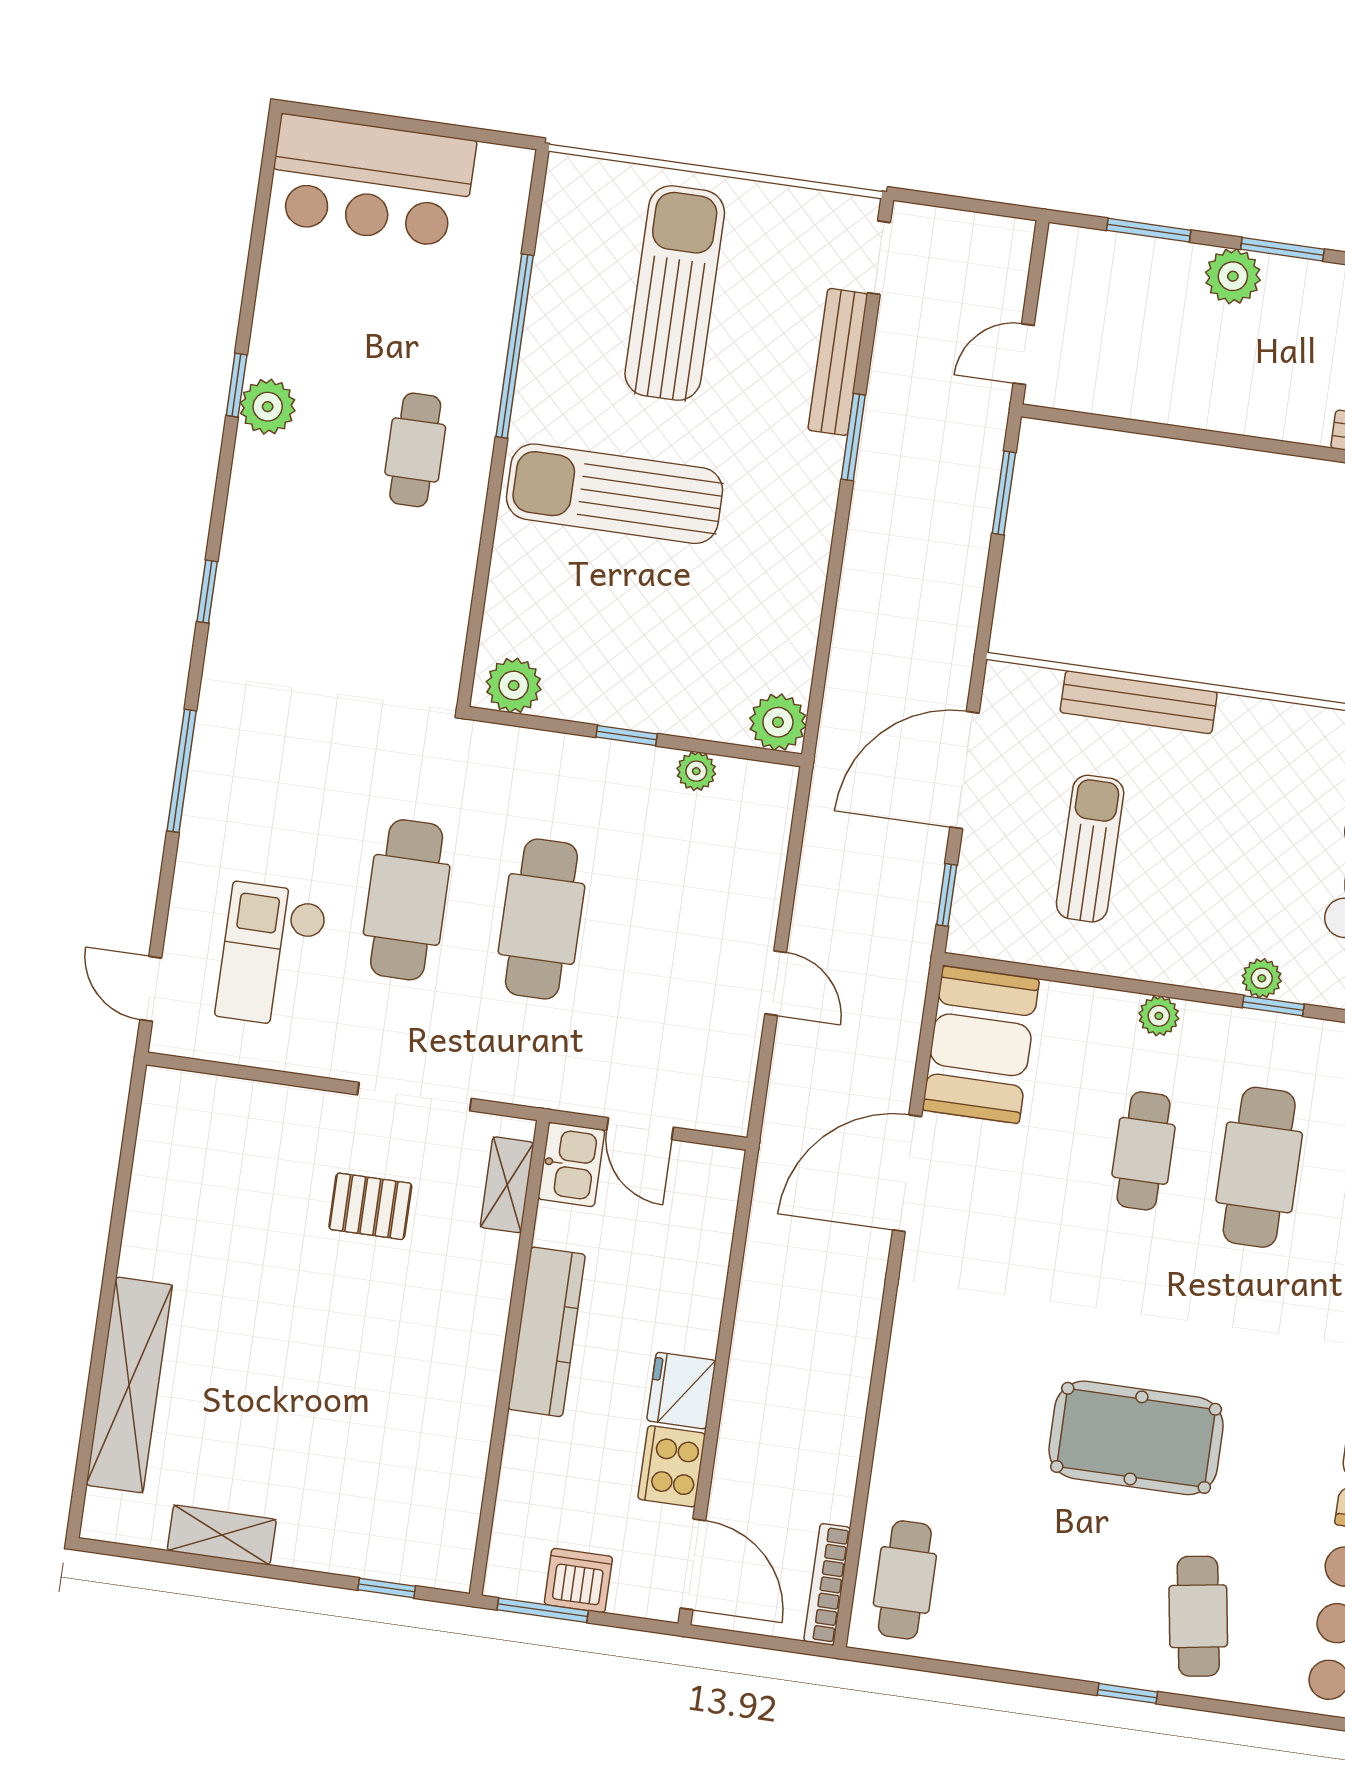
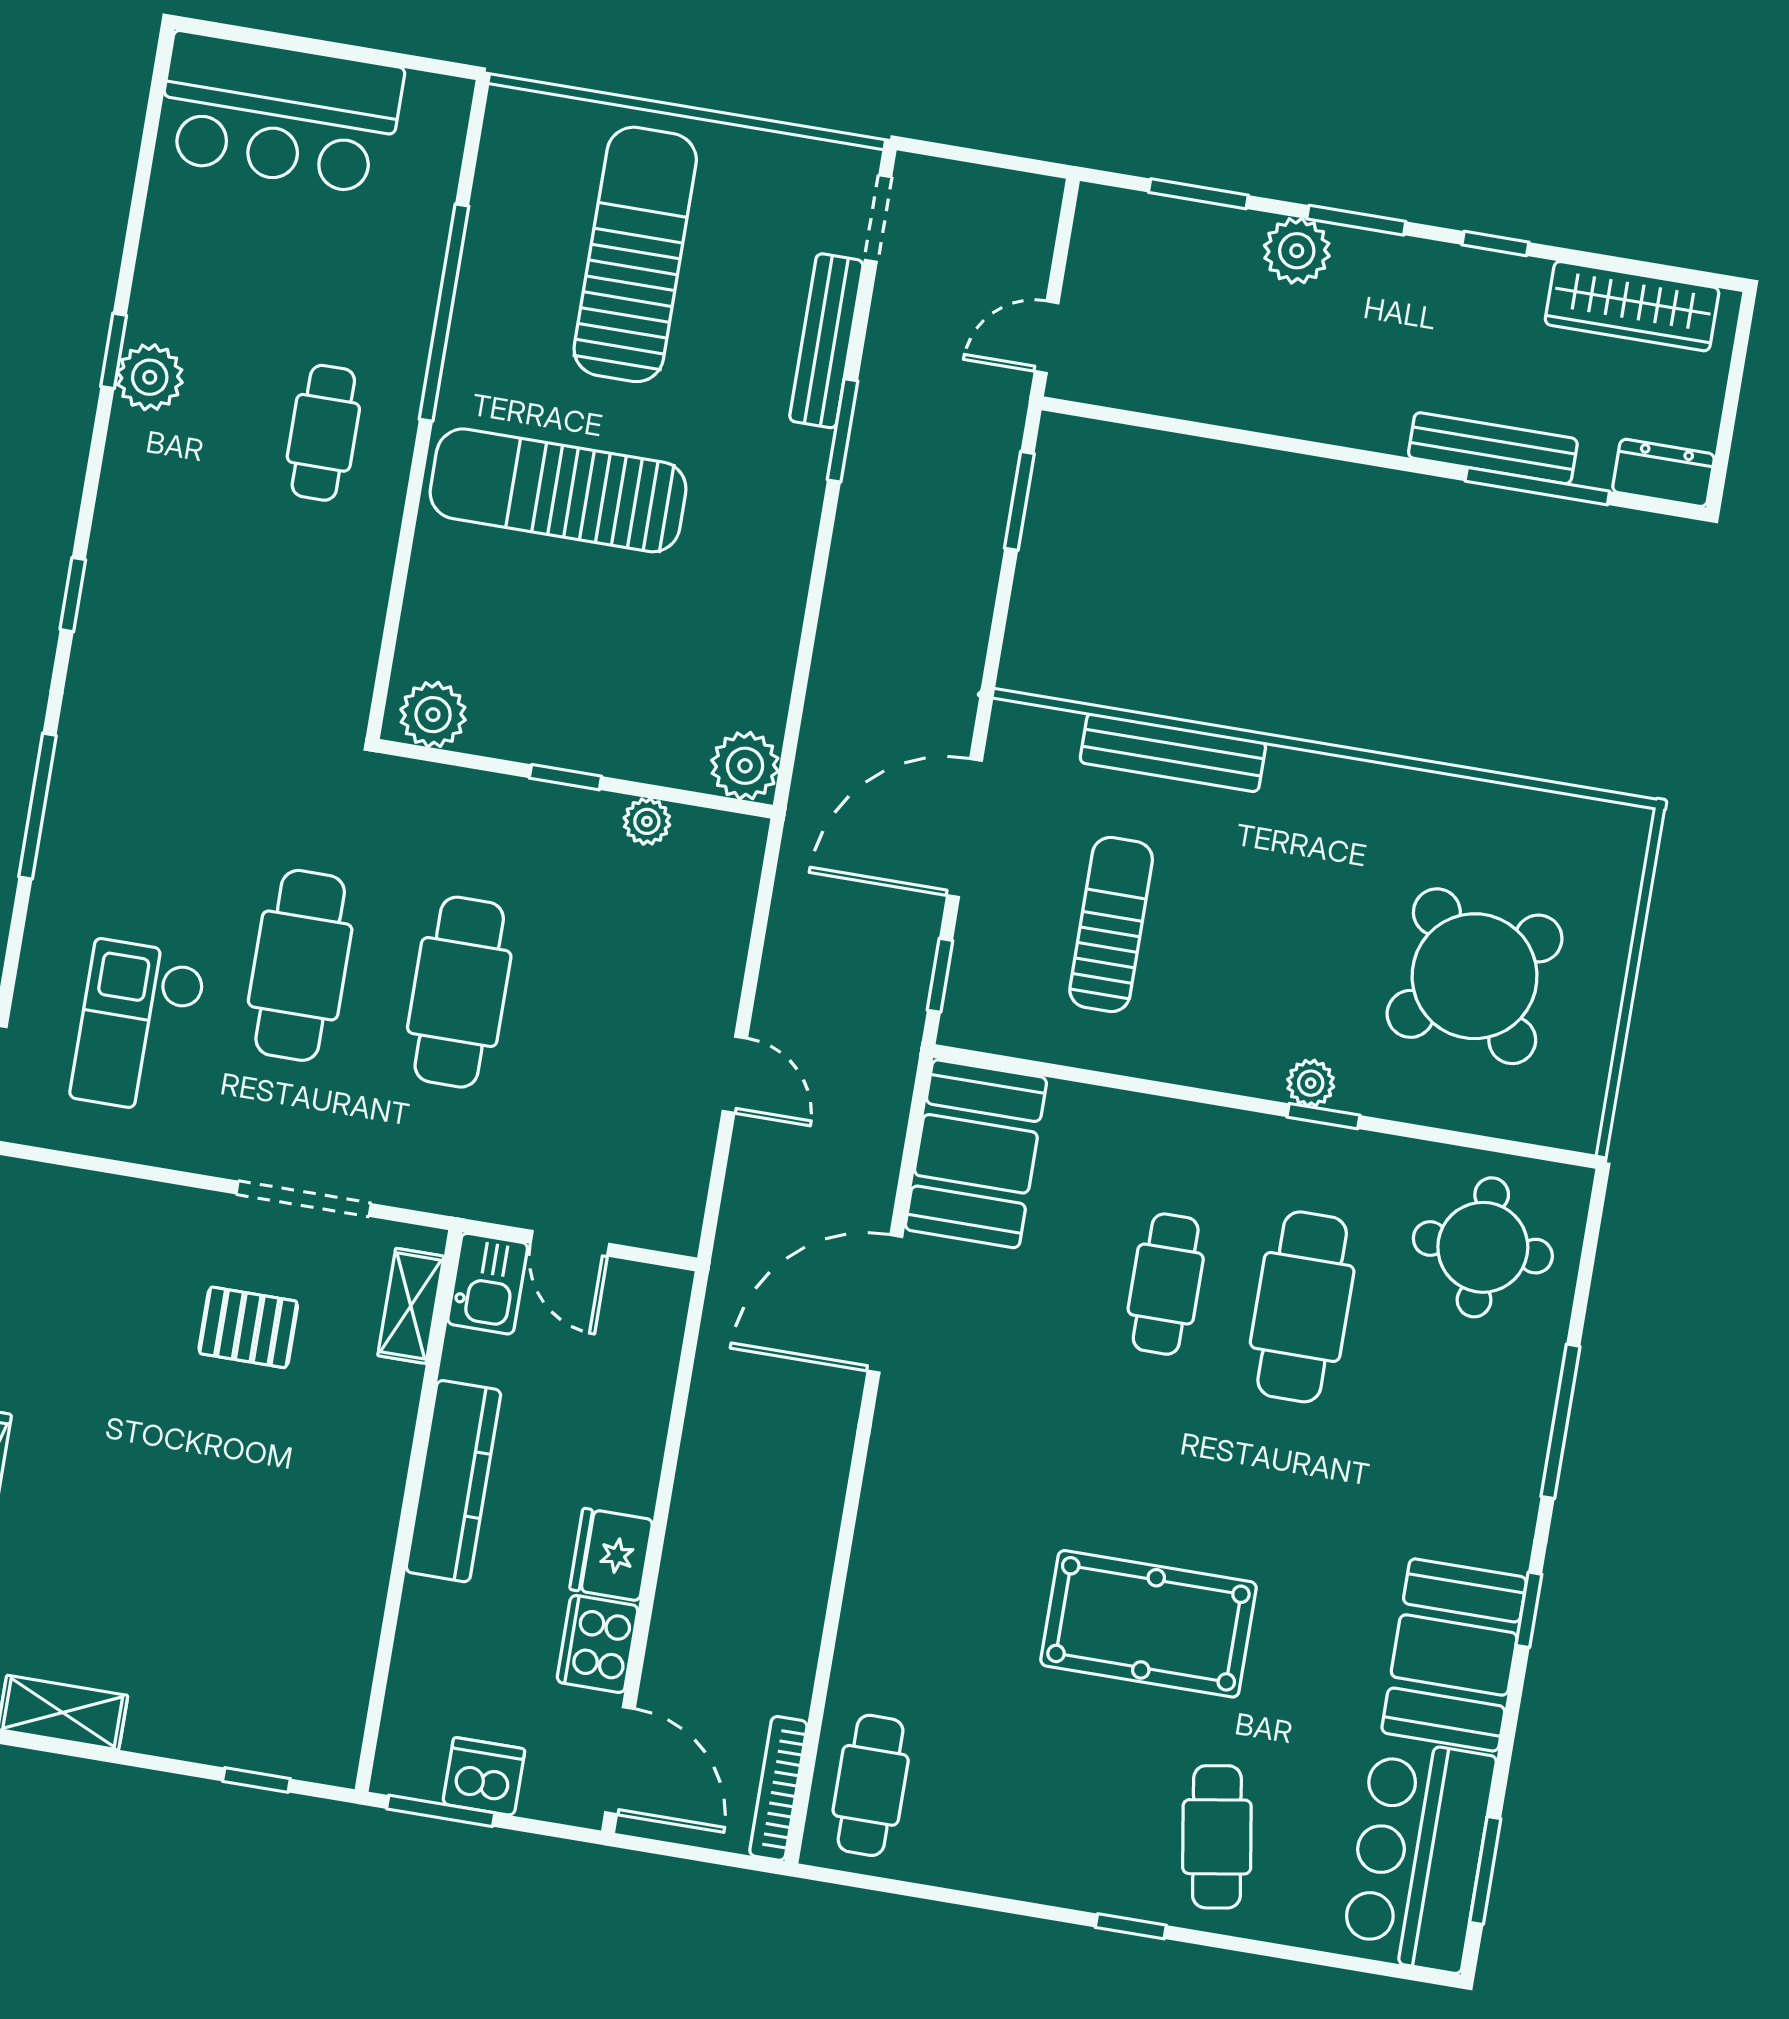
plant: (1159, 1016) -> (1188, 1125), removed

